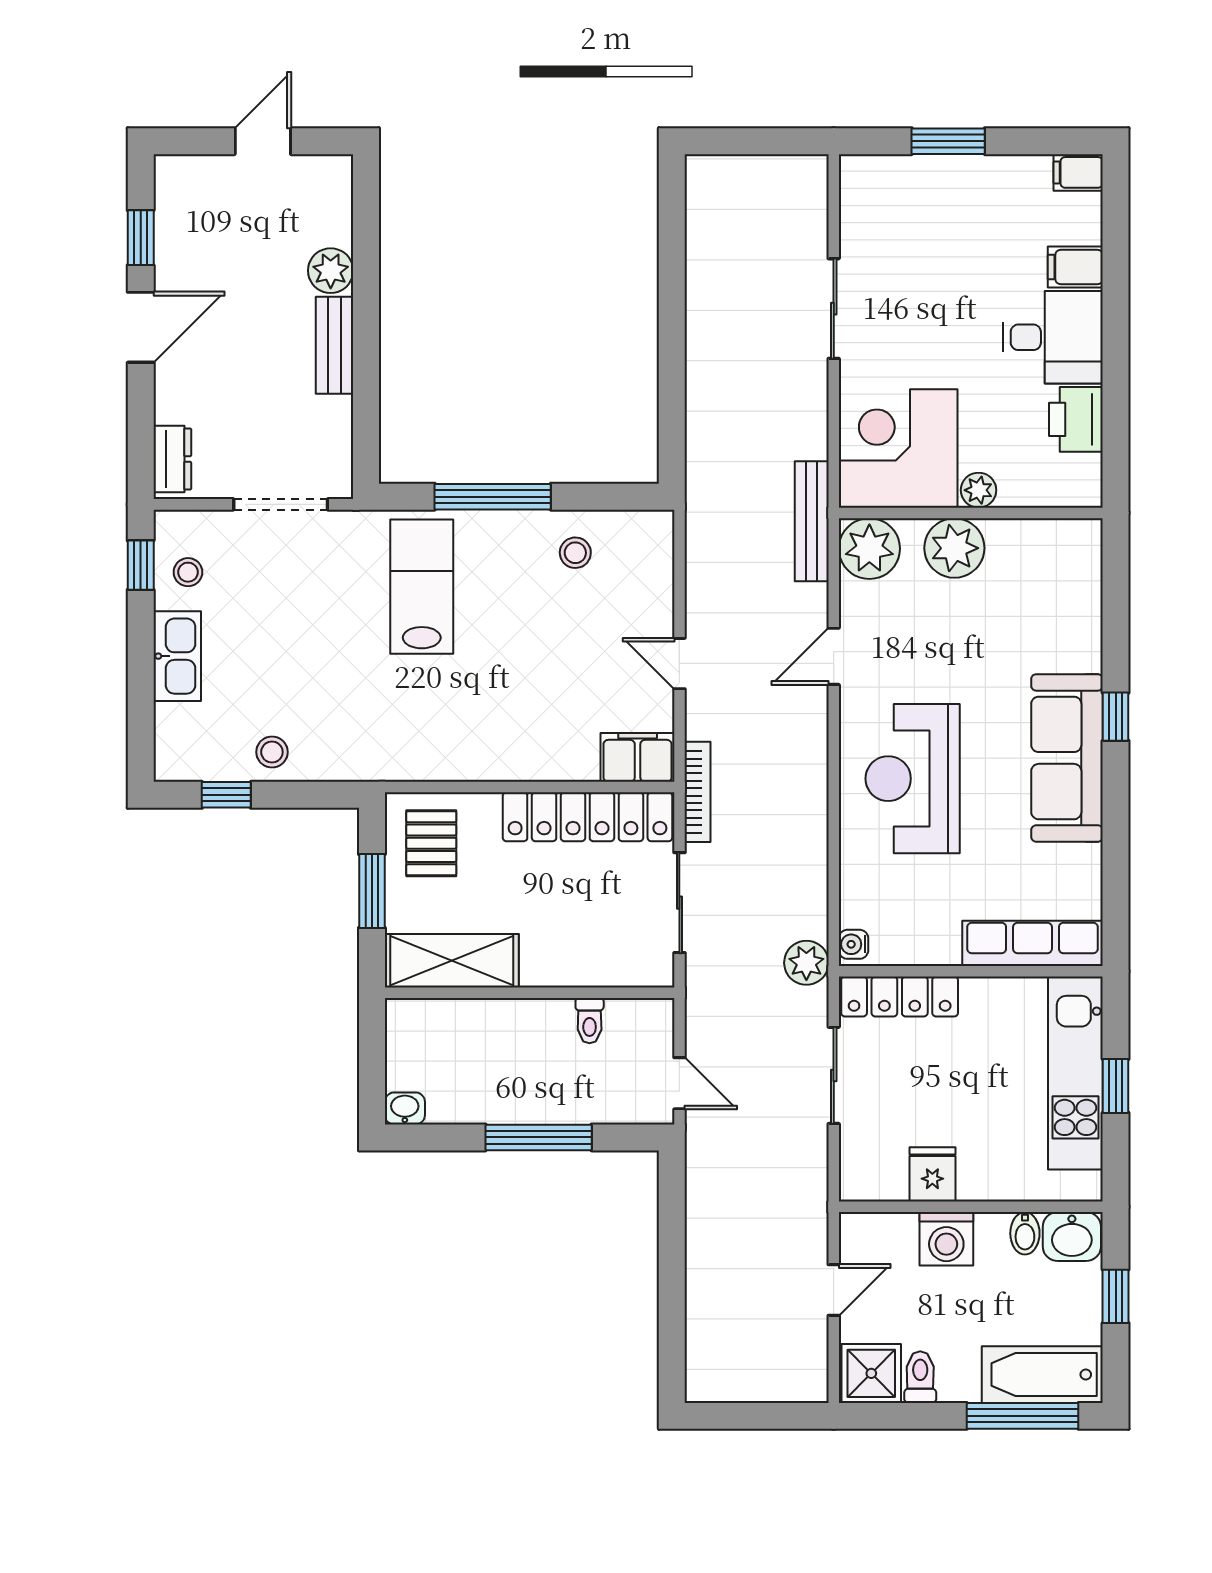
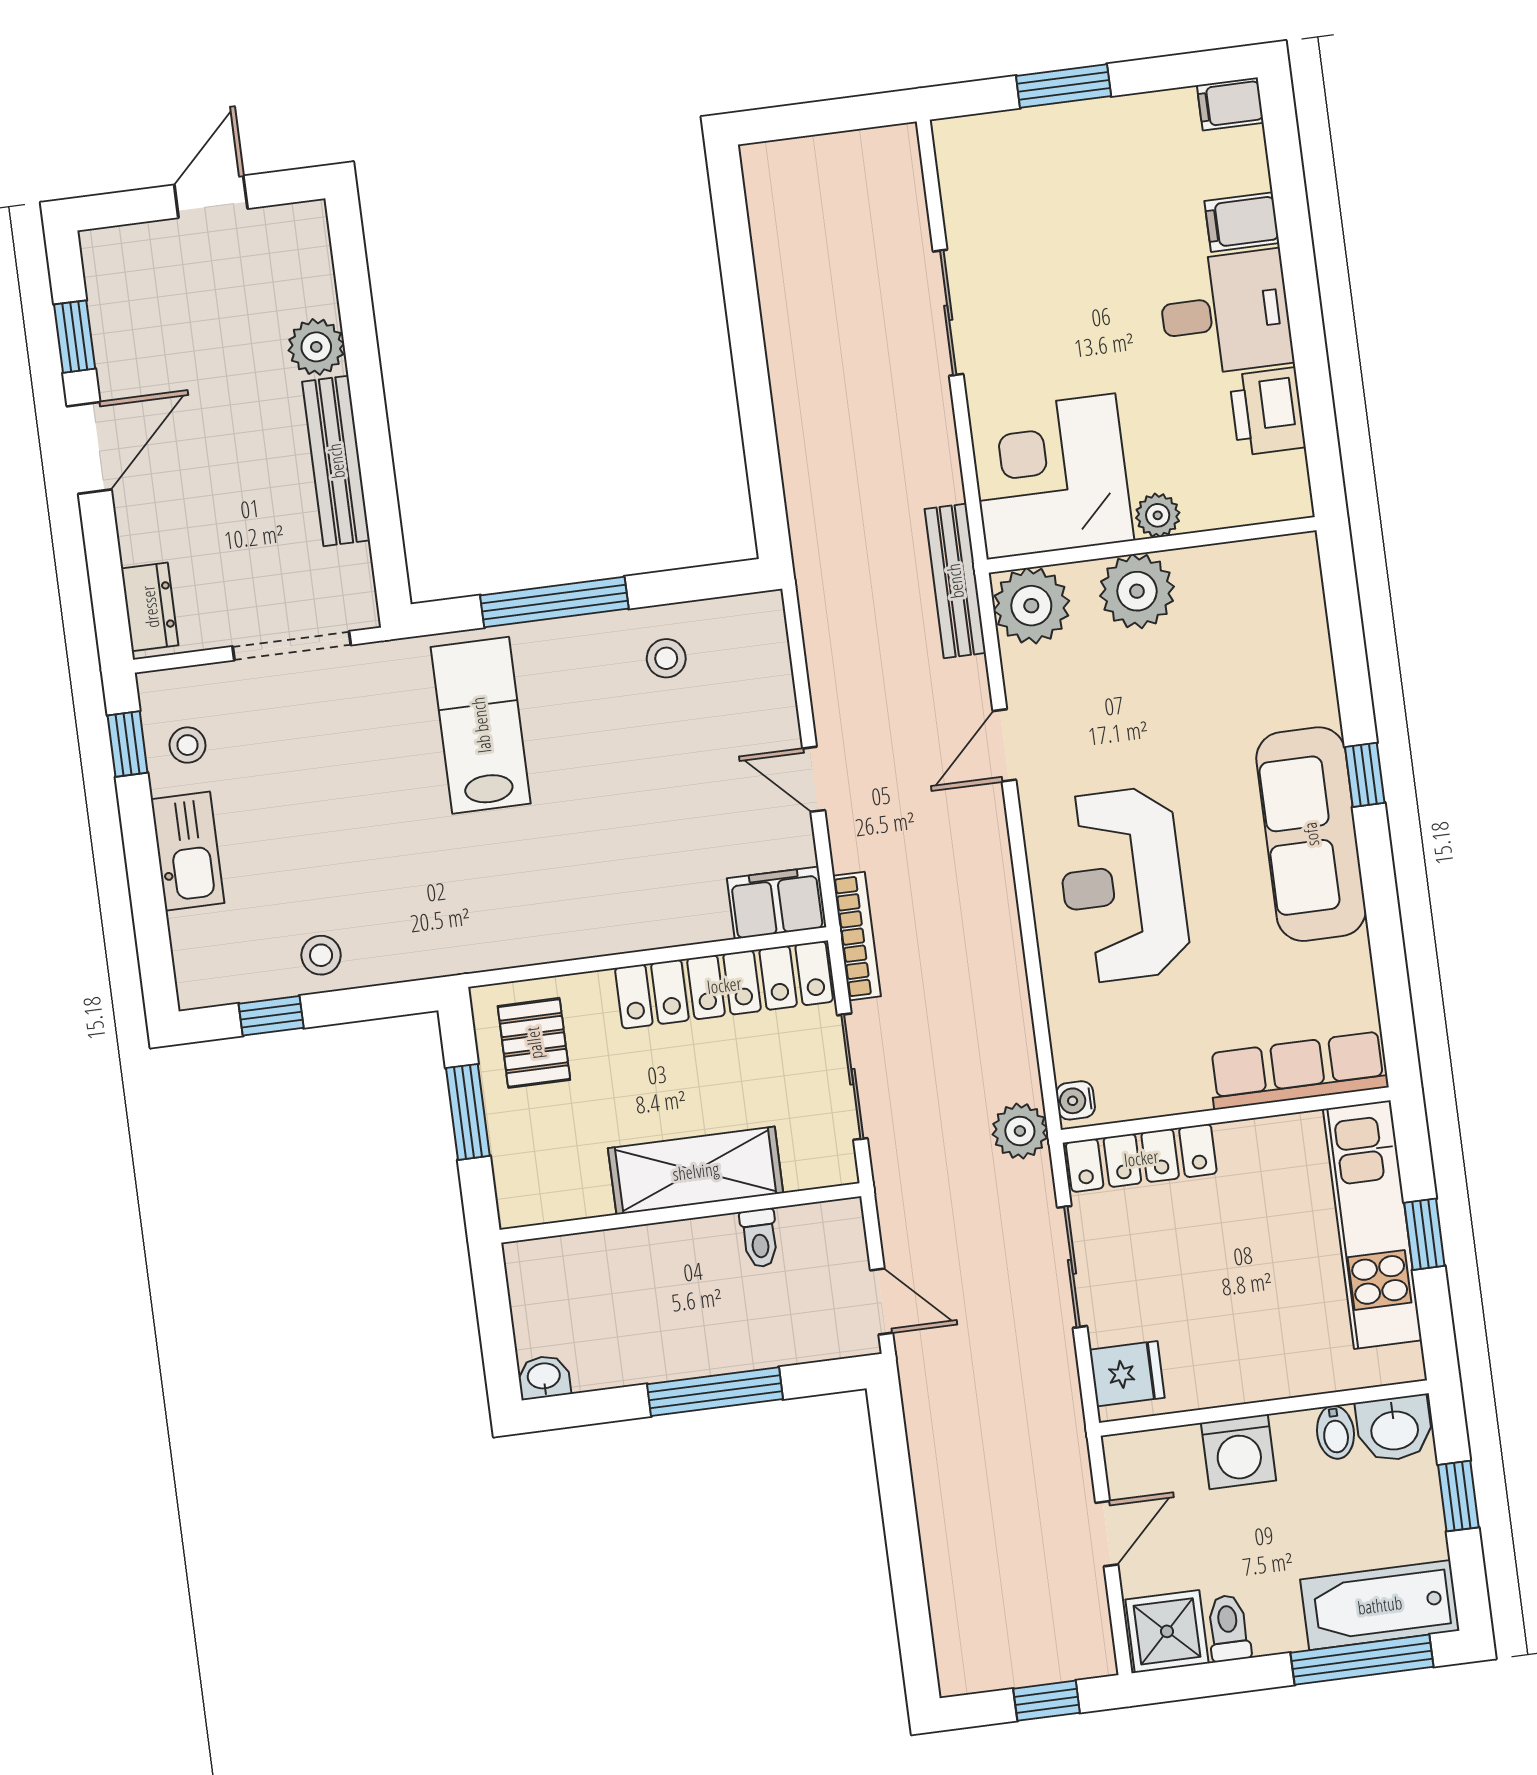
bench: (335, 345) -> (336, 461), width x1.36
shelving: (452, 961) -> (696, 1171), moved
fridge: (932, 1174) -> (1127, 1374), moved, turned 90
window: (769, 1416) -> (1047, 1701), added

